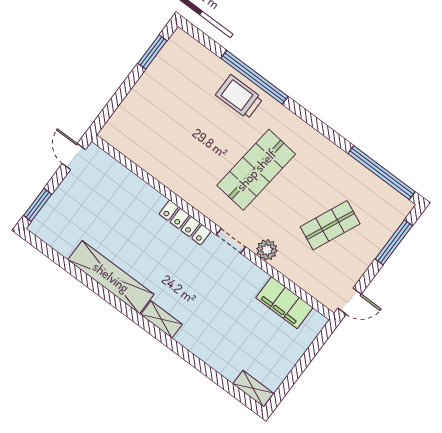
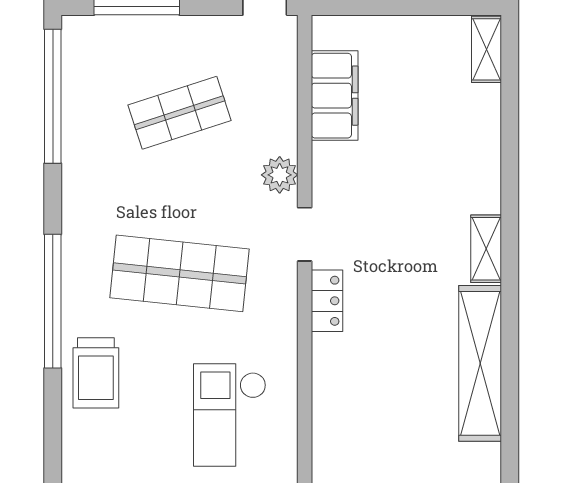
window: (255, 77) -> (53, 301), moved
checkout: (174, 144) -> (230, 415), added
locker: (185, 222) -> (327, 301), width x0.66
shop shelf: (330, 225) -> (180, 113), turned -42

